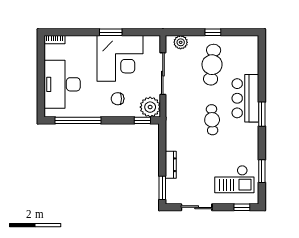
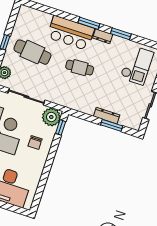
window: (78, 120) -> (42, 182), removed
dresser: (253, 133) -> (103, 36), added
window: (262, 171) -> (121, 34), moved
window: (162, 188) -> (112, 125), moved

